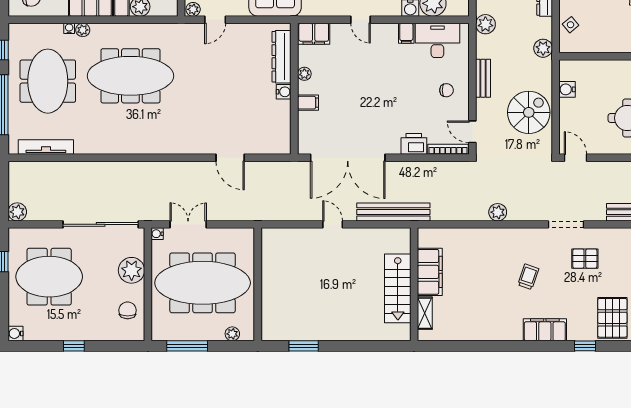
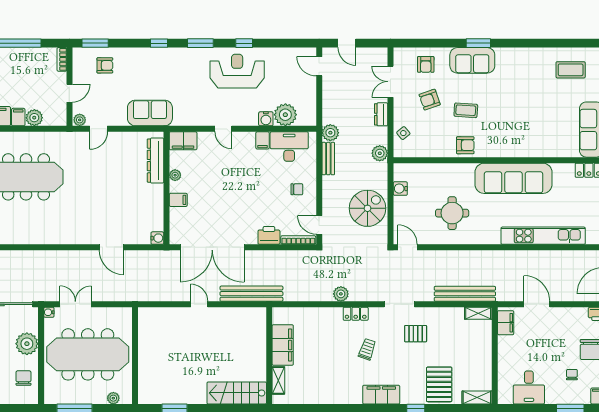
bench: (483, 78) -> (328, 159), moved
water cooler: (284, 92) -> (157, 238), moved
locker: (515, 235) -> (356, 314), added
stairs: (398, 288) -> (237, 393), moved, turned 90

